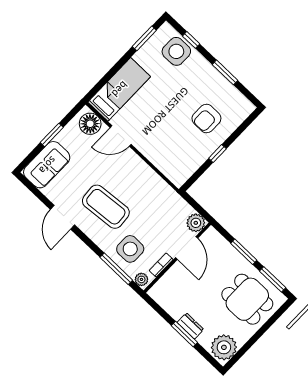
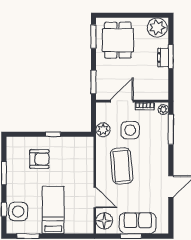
bed: (119, 89) -> (53, 210), moved, turned 90
sofa: (47, 165) -> (138, 223), moved
coffee table: (106, 207) -> (122, 166), moved
plant: (196, 223) -> (103, 130), moved
side table: (130, 249) -> (130, 130), moved
window: (244, 252) -> (94, 82), moved

